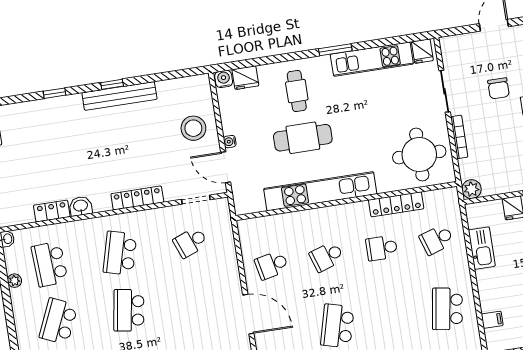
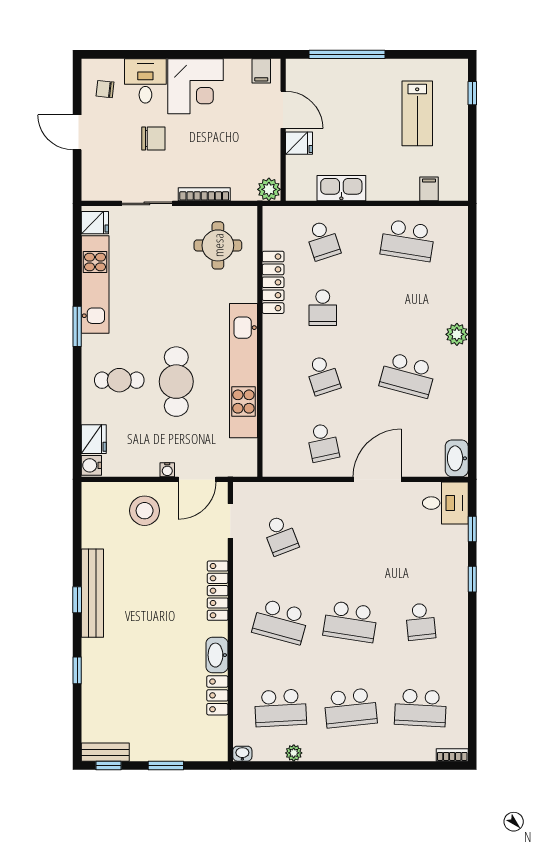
round table: (419, 155) -> (218, 245), width x0.73, depth x0.73
washbasin: (81, 206) -> (217, 655), width x1.38
school desk: (58, 321) -> (350, 708), turned -30

